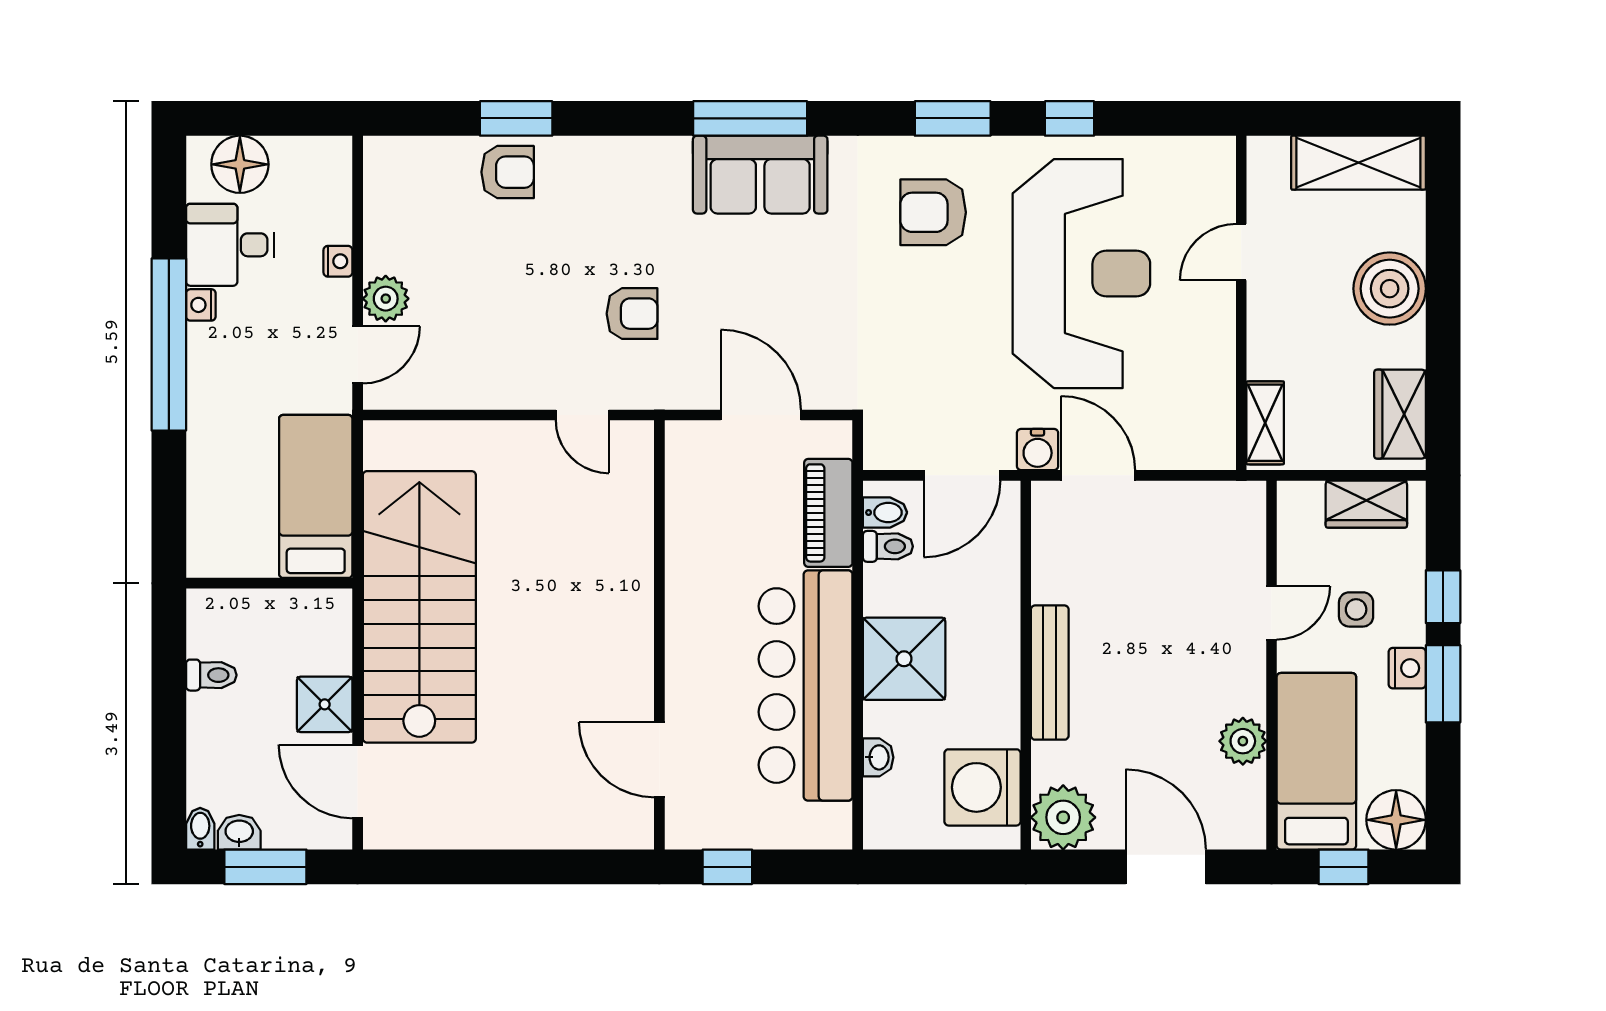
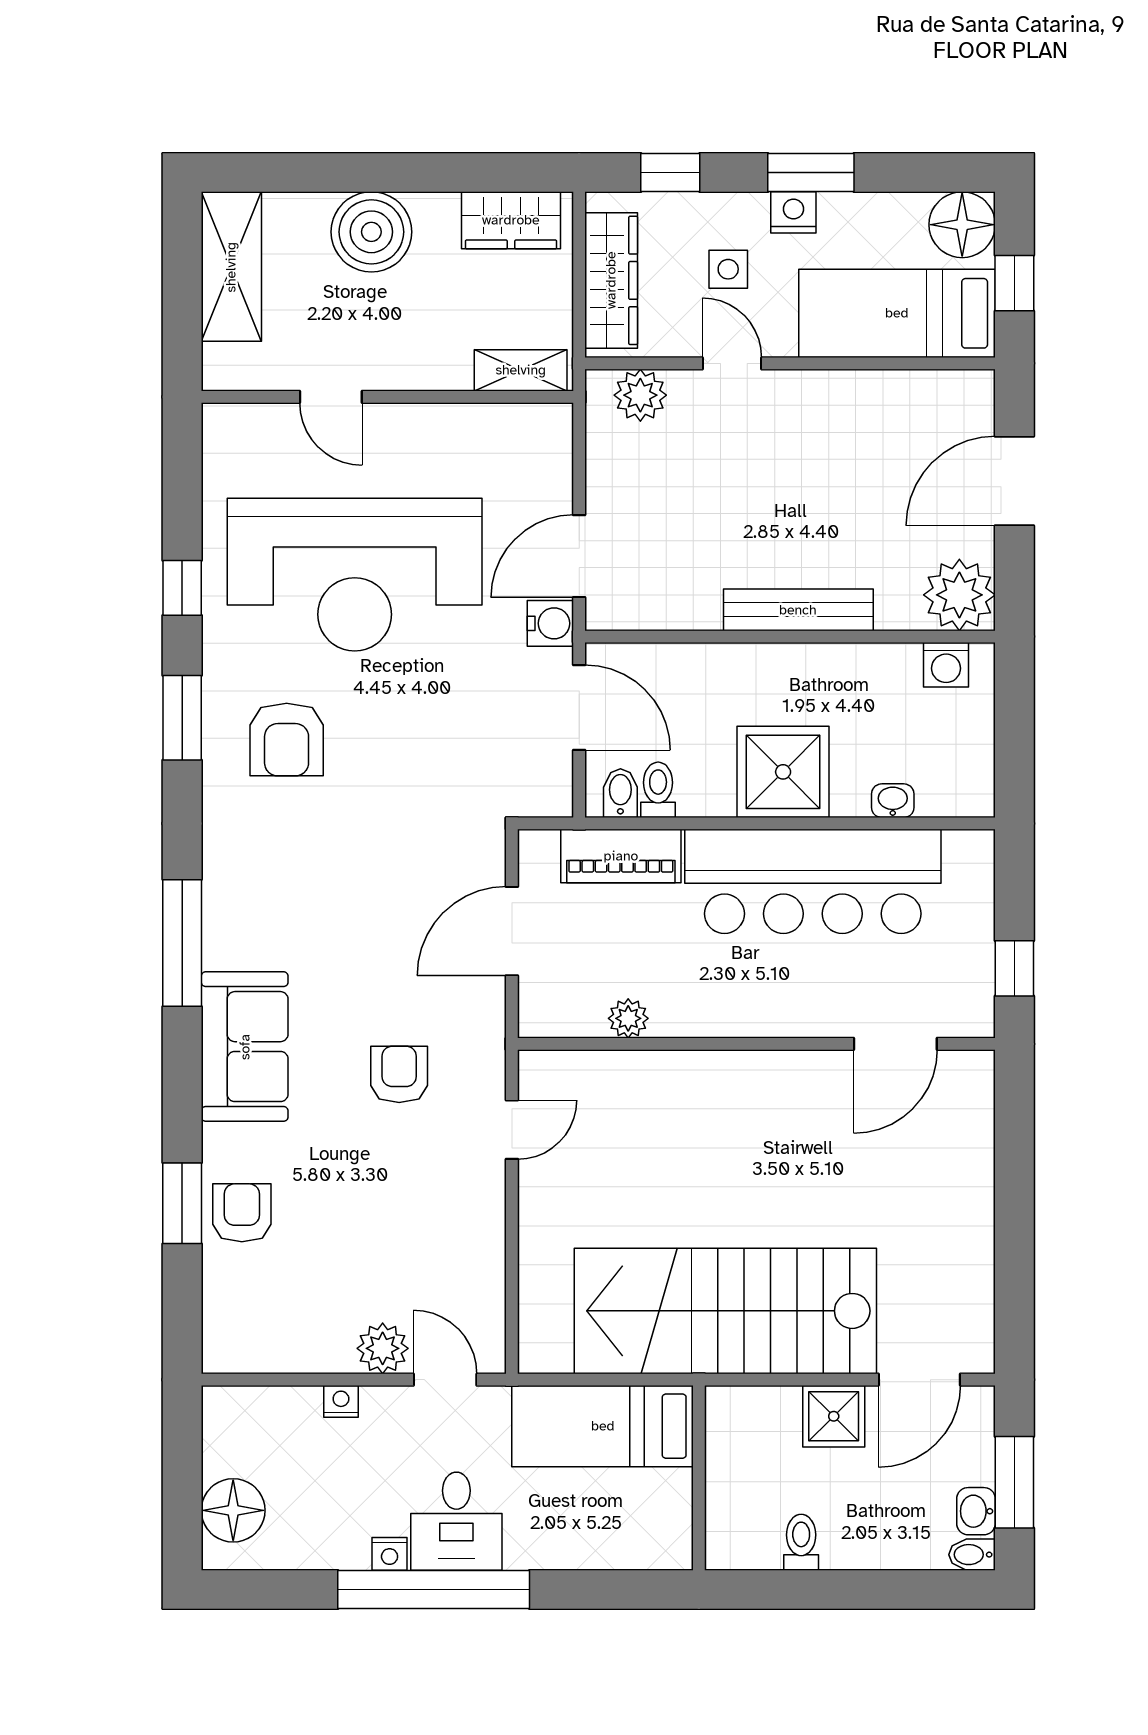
sofa: (760, 175) -> (245, 1047), moved
desk: (230, 245) -> (456, 1521), moved
reception desk: (1081, 274) -> (355, 575), turned 180
wardrobe: (1366, 504) -> (611, 280), width x1.50
plant: (682, 520) -> (628, 1018), added
window: (1443, 597) -> (670, 172), moved
plant: (1243, 741) -> (640, 395), moved
washing machine: (982, 787) -> (946, 665), width x0.53, depth x0.53

